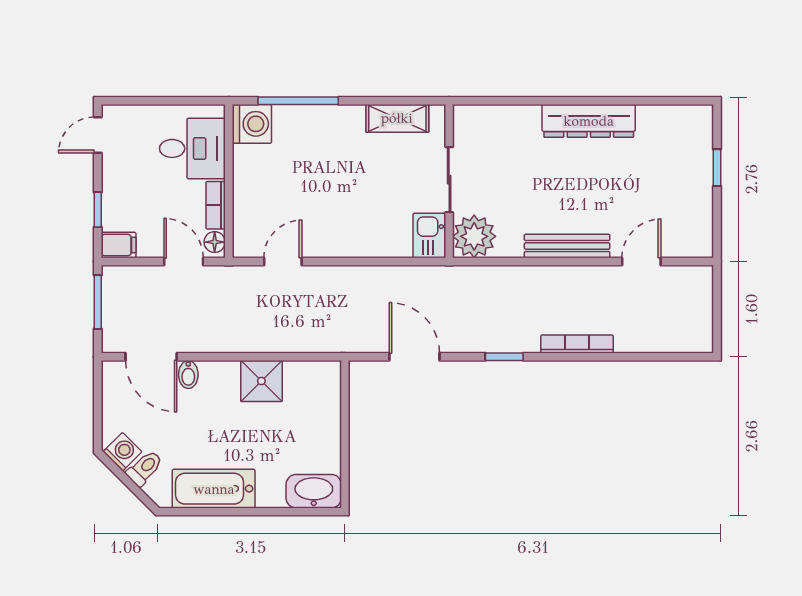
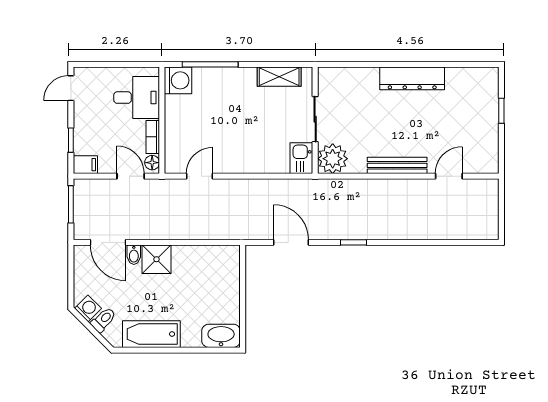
bookcase: (577, 344) -> (404, 233), removed
shower: (261, 381) -> (157, 259), moved

